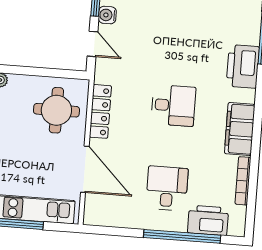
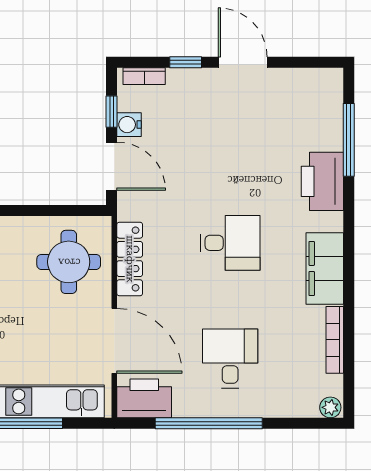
door: (92, 44) -> (112, 166), width x1.38
printer: (208, 220) -> (144, 398), moved
plant: (236, 229) -> (330, 407), added
window: (182, 236) -> (209, 423), moved

